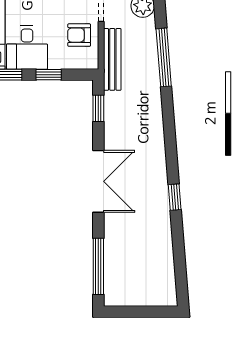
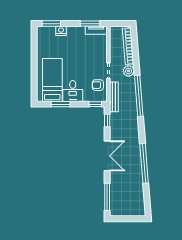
window: (164, 57) -> (139, 96), width x1.46
window: (49, 75) -> (95, 104), moved
window: (175, 197) -> (144, 163), width x3.17

